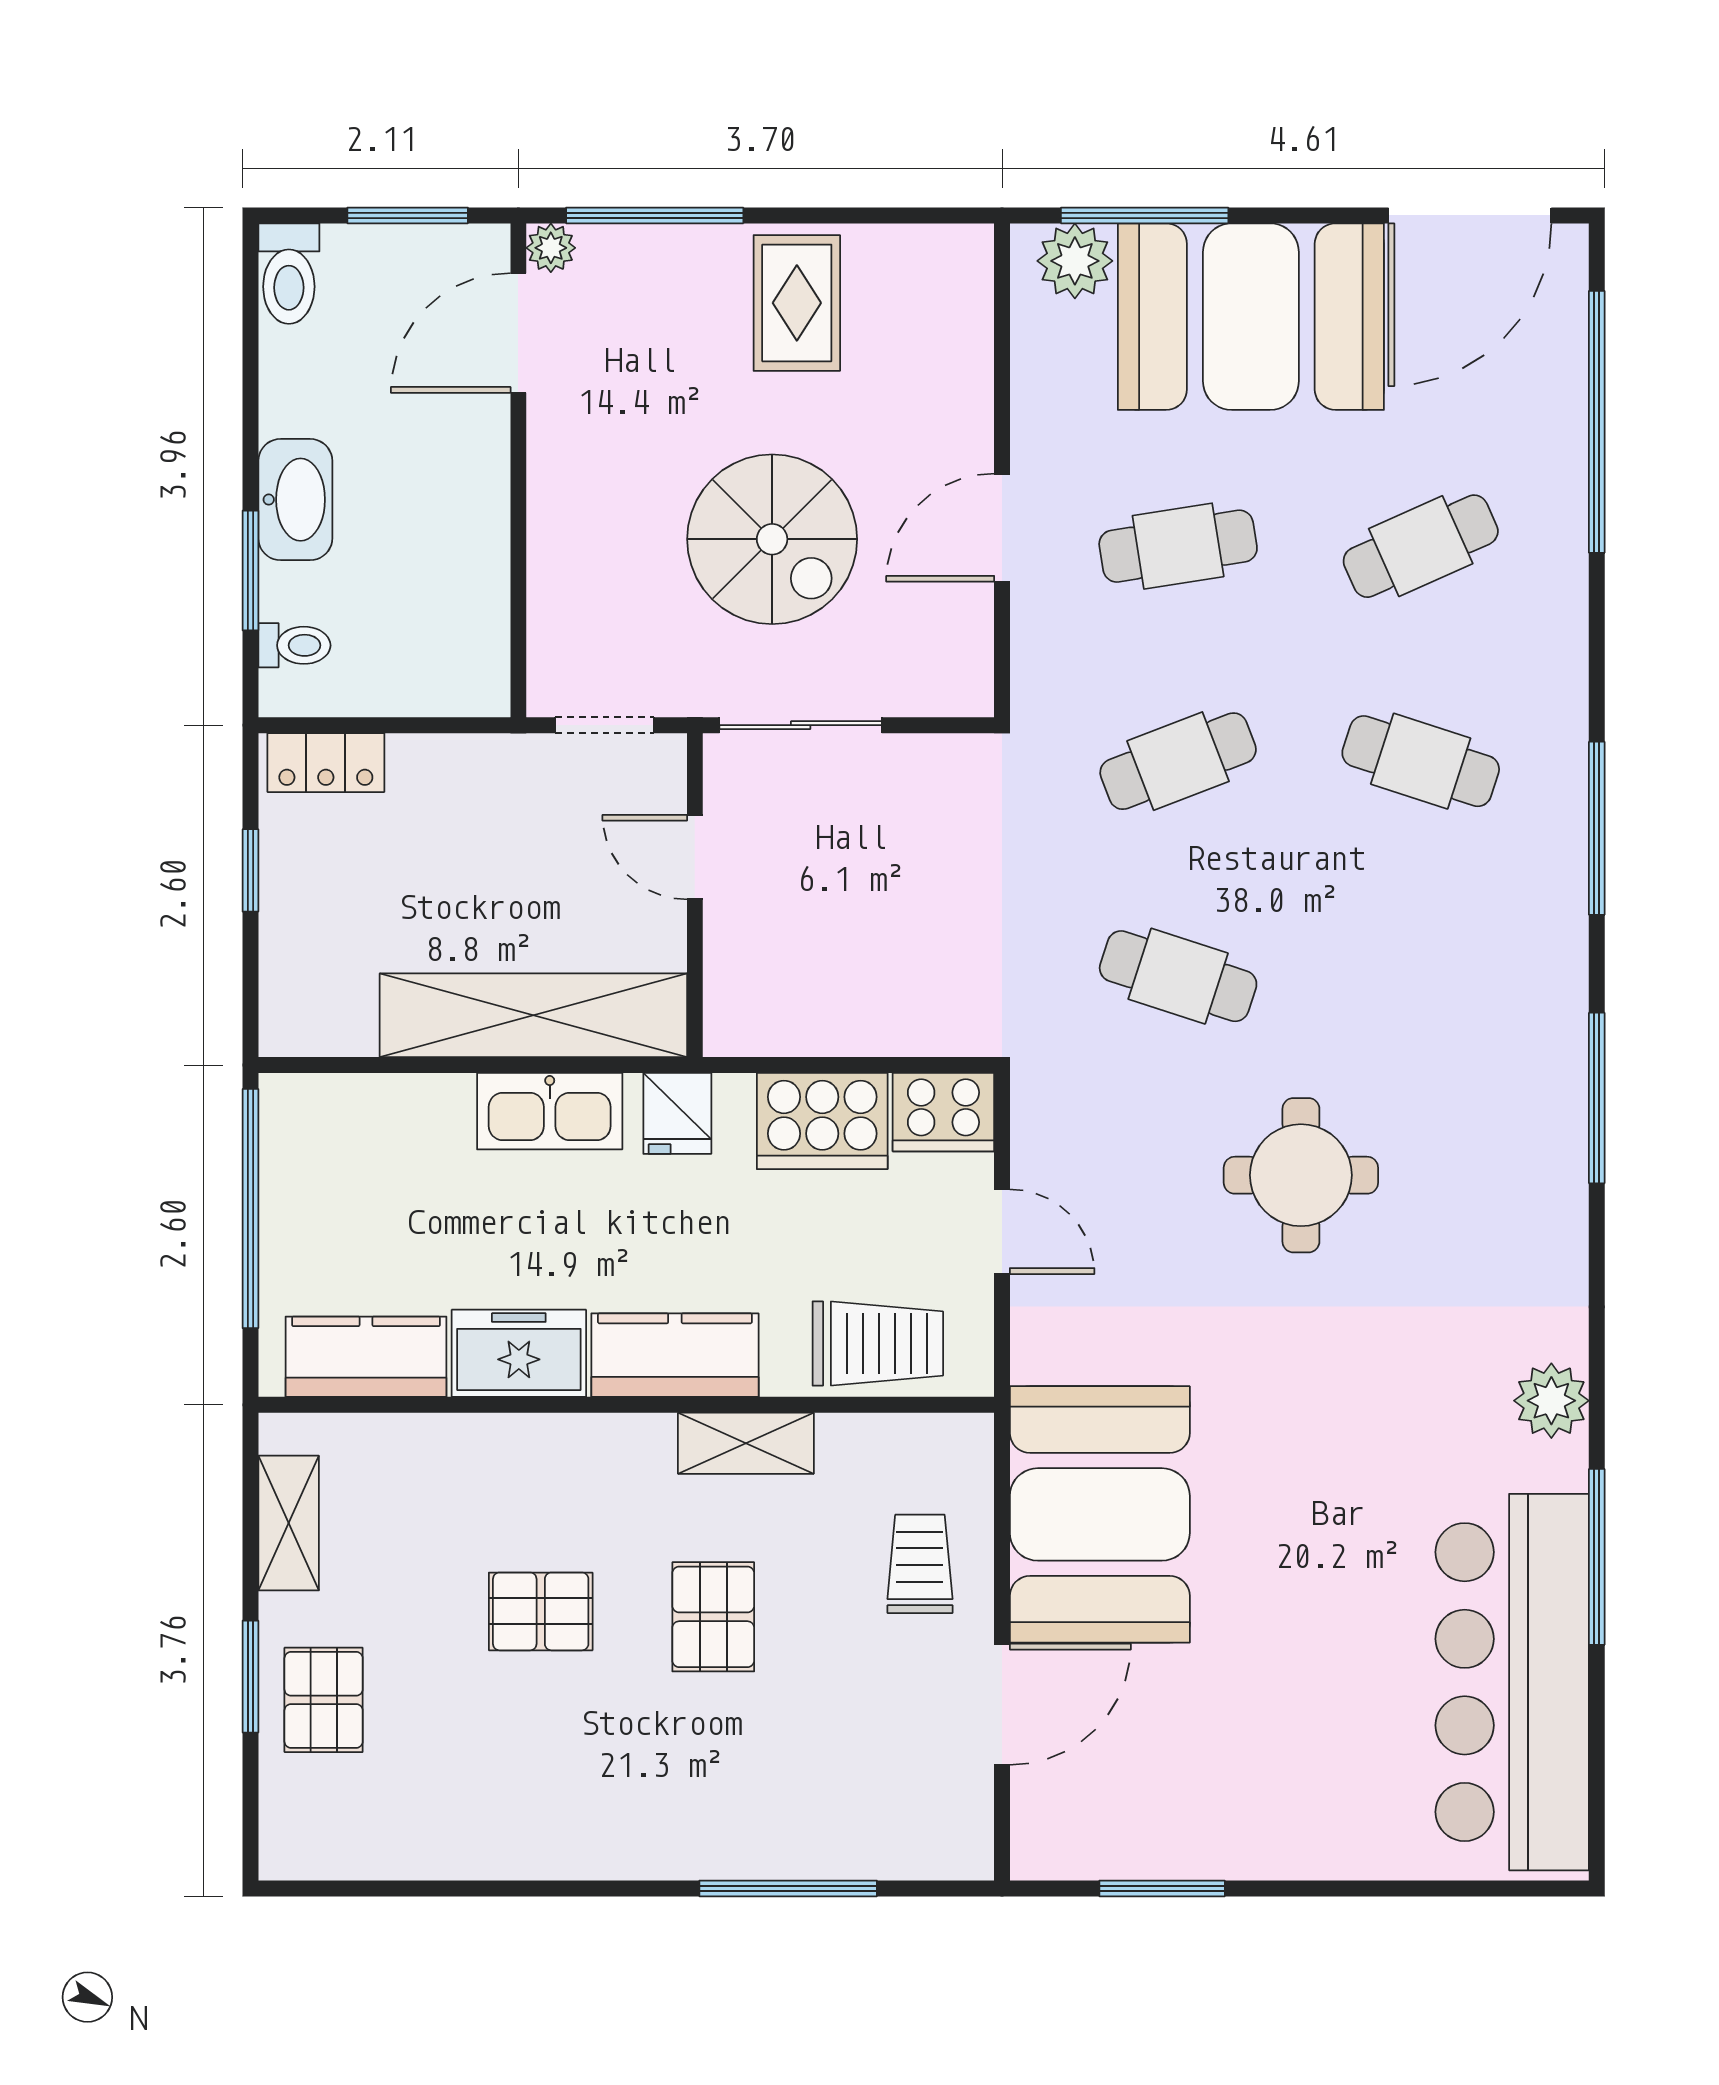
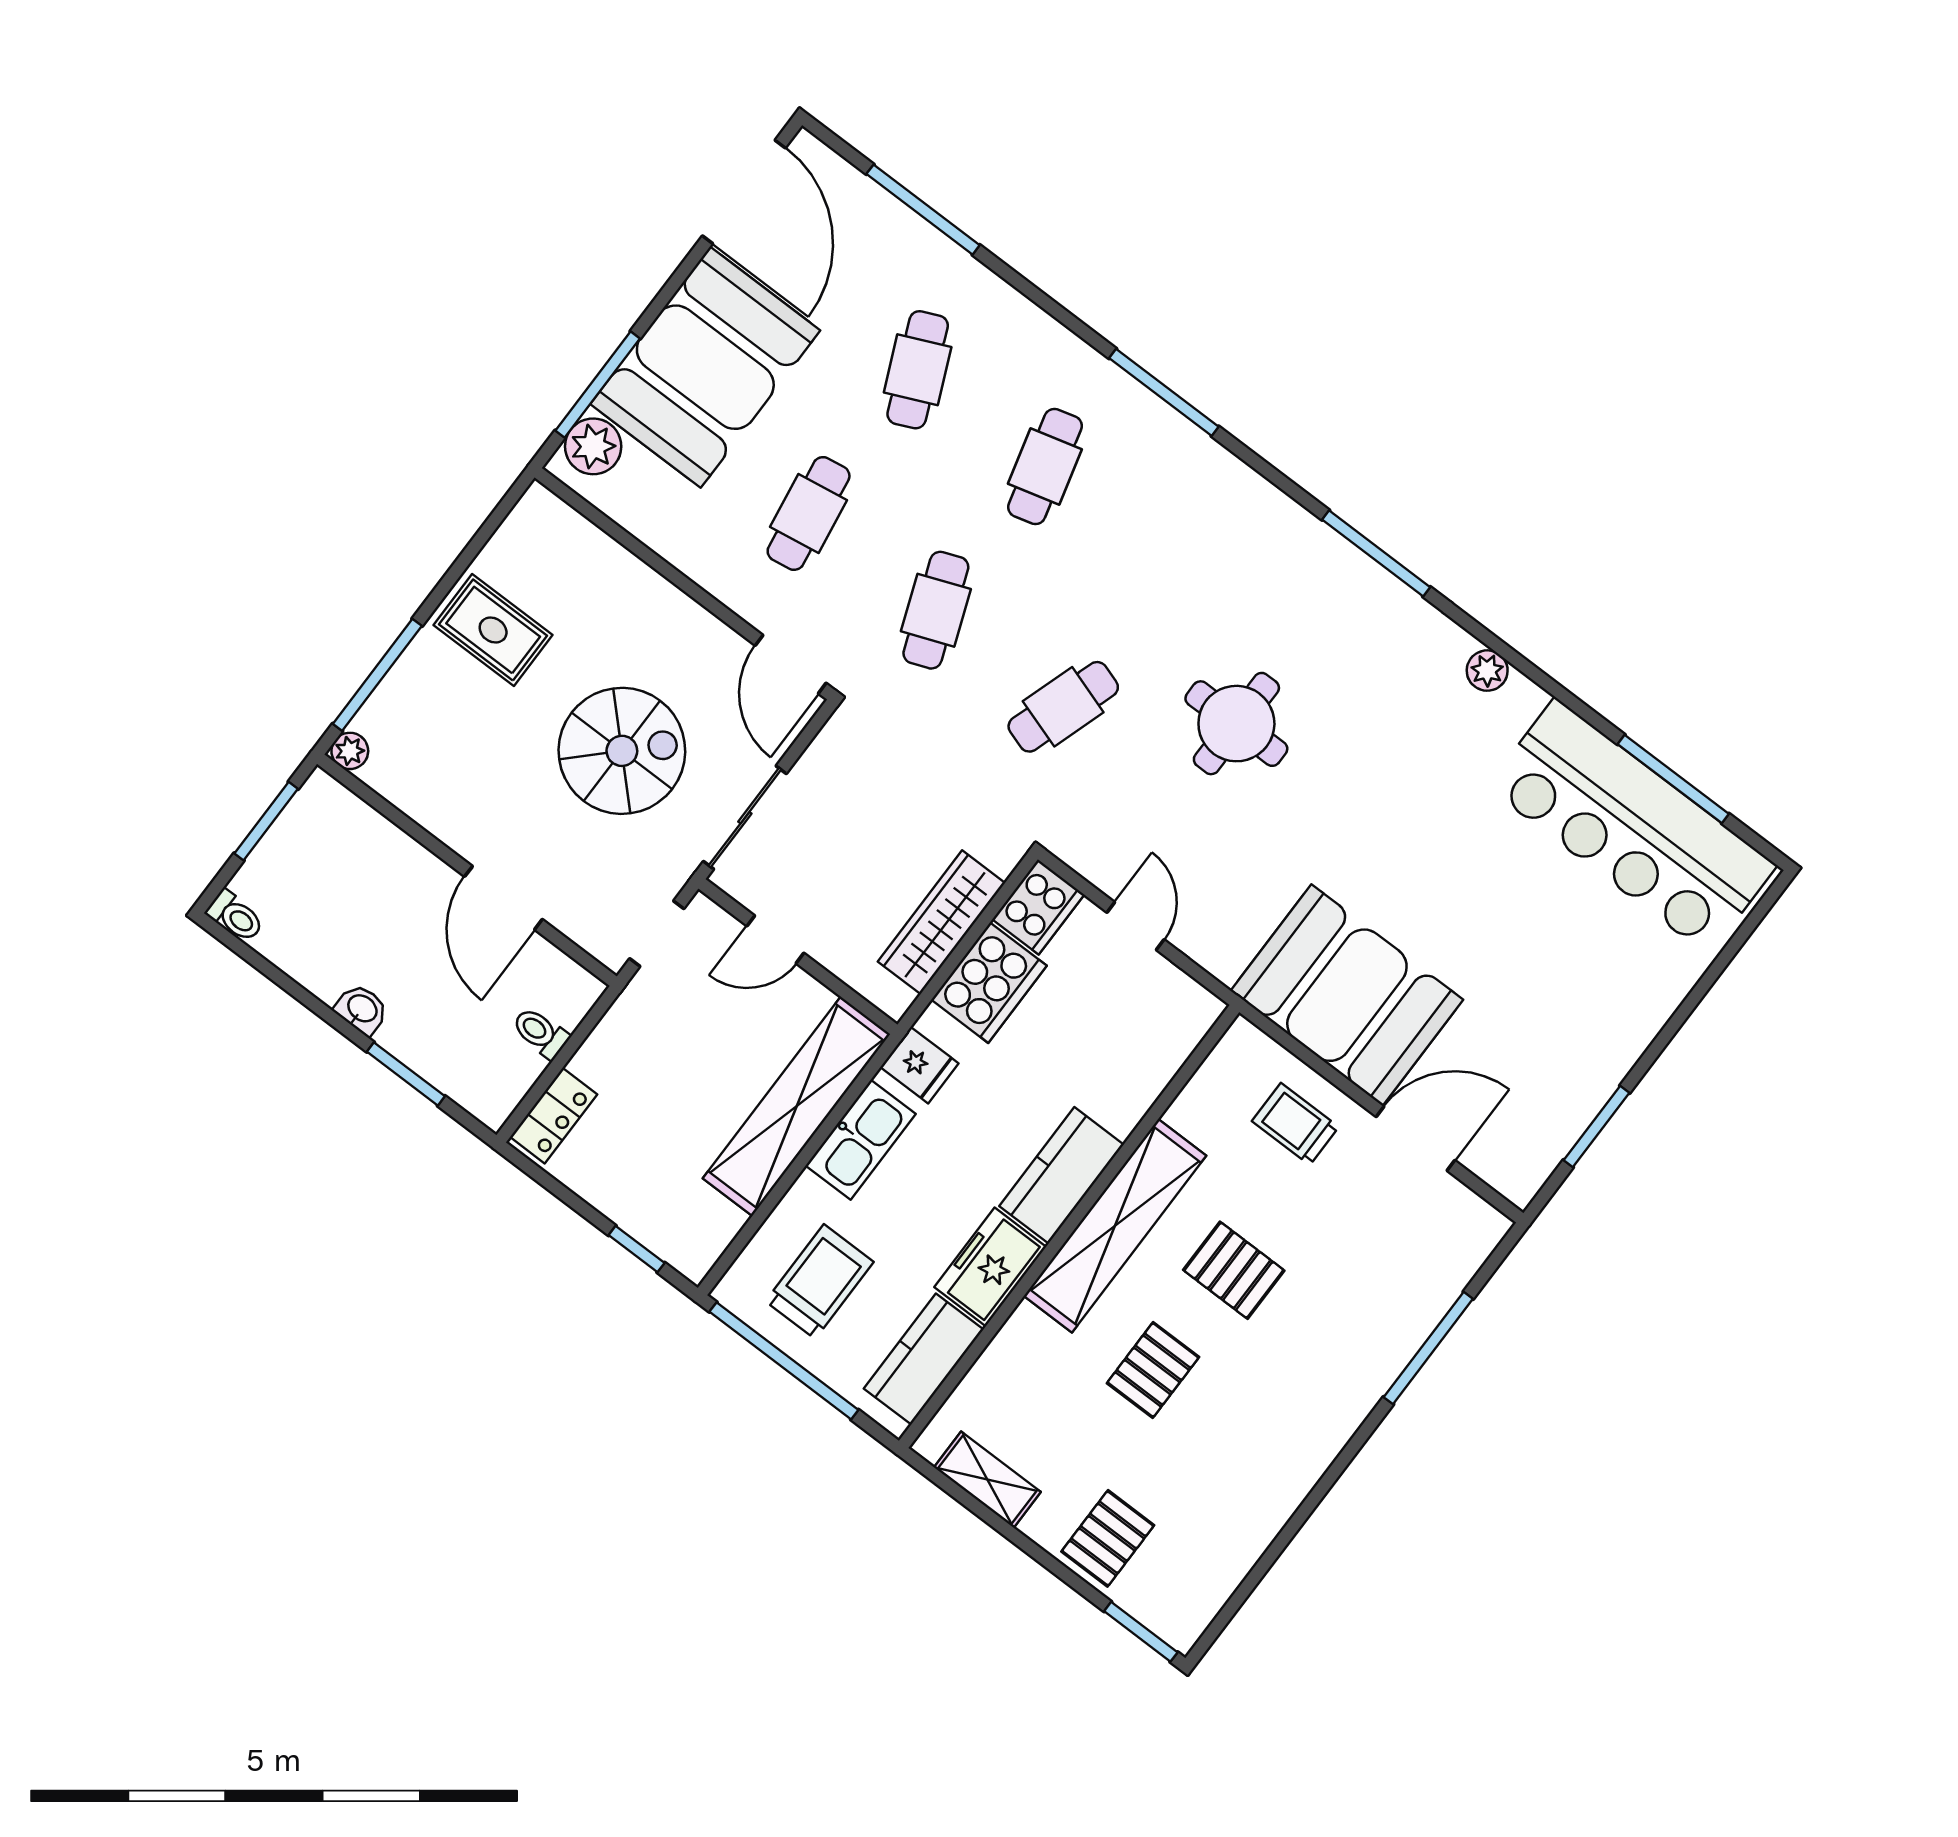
toilet: (289, 274) -> (235, 916), width x0.73, depth x0.72
door: (518, 333) -> (503, 898), moved
window: (1597, 422) -> (923, 210), width x0.68
washbasin: (295, 500) -> (362, 1009), width x0.52, depth x0.69
door: (1002, 528) -> (791, 664), moved
toilet: (294, 645) -> (540, 1033), moved, turned -90
cafe table: (1421, 761) -> (1045, 466), turned -33
window: (250, 870) -> (637, 1249), moved
wardrobe: (848, 1021) -> (941, 922), added
window: (1597, 1098) -> (1376, 553), moved
door: (1002, 1232) -> (1135, 926), hinge flipped
trolley: (878, 1344) -> (820, 1282), moved
plant: (1551, 1401) -> (1487, 671), width x0.73, depth x0.73
shelving: (746, 1443) -> (1115, 1226), width x2.20, depth x1.33
window: (1597, 1557) -> (1673, 779), moved
window: (250, 1677) -> (1141, 1632), moved
pallet: (324, 1700) -> (1108, 1538), turned 90
door: (1002, 1704) -> (1415, 1139), hinge flipped

